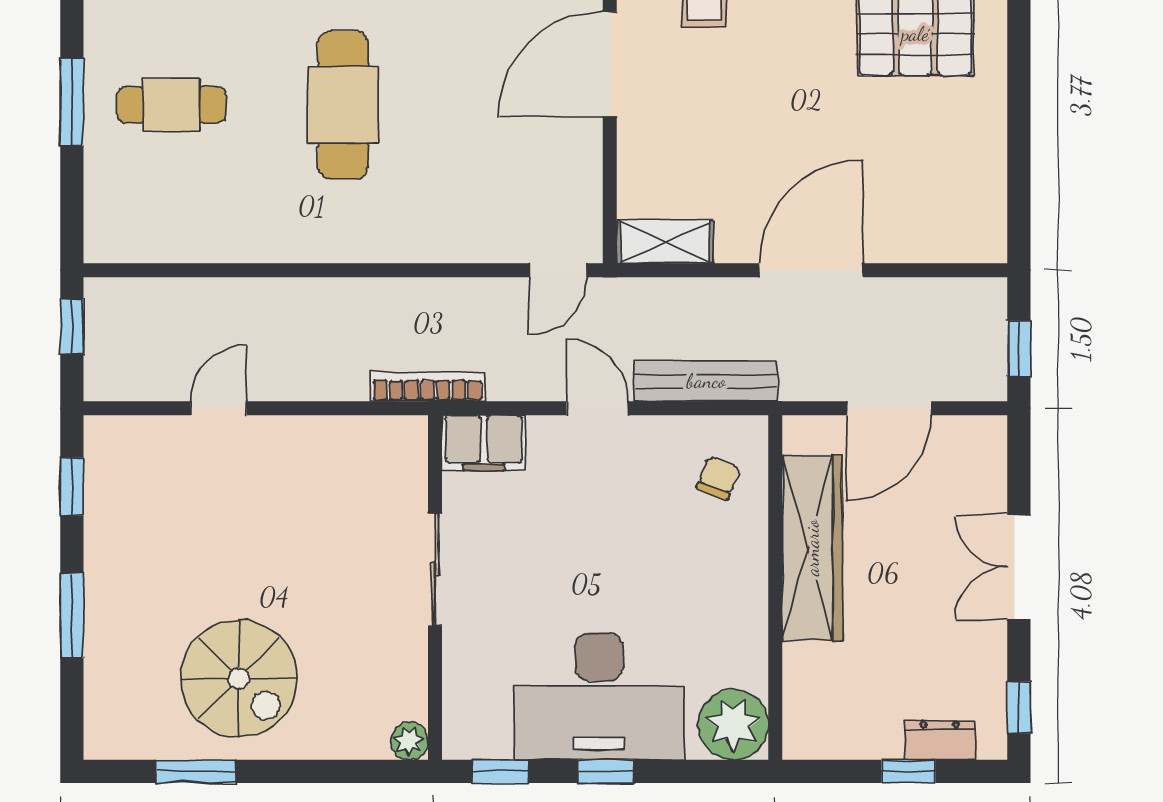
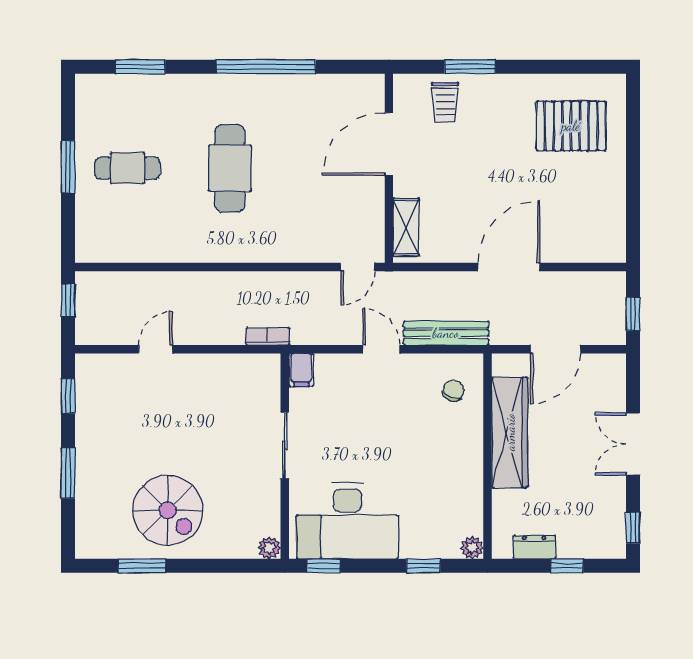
shelving: (665, 242) -> (406, 227), moved, turned 90
bookcase: (427, 387) -> (268, 336), width x0.64
filing cabinet: (484, 443) -> (301, 370), width x0.50
desk: (599, 696) -> (347, 521), moved
plant: (733, 725) -> (472, 548), width x0.53, depth x0.53
dresser: (940, 740) -> (534, 547), moved
window: (606, 771) -> (423, 566), moved

